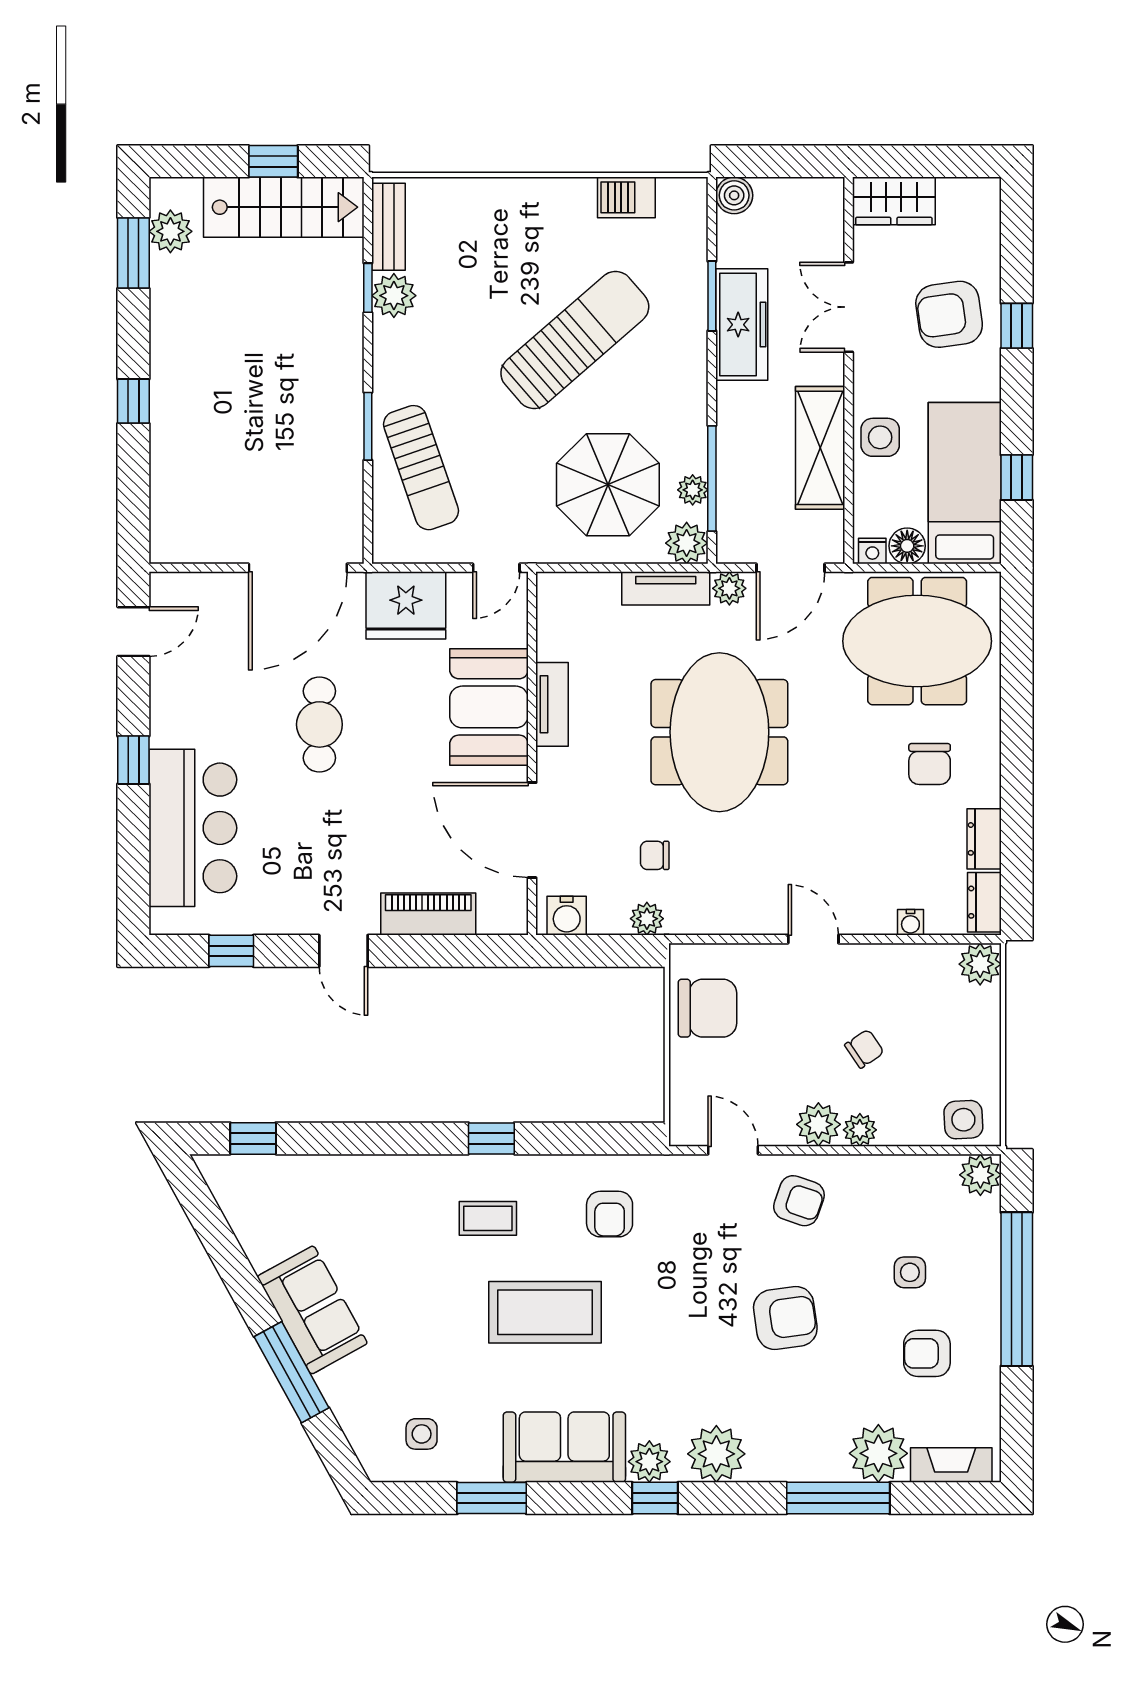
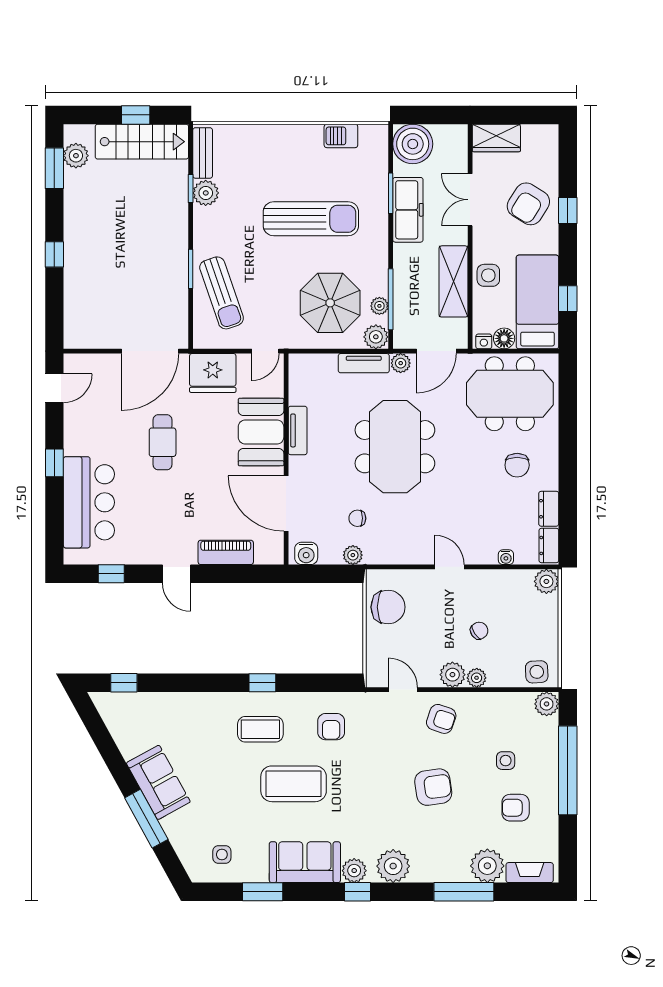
boiler: (734, 195) -> (413, 144), width x1.86, depth x1.86
armchair: (949, 314) -> (528, 204), turned -50
sun lounger: (575, 340) -> (311, 219), turned 41
coffee table: (488, 1218) -> (260, 729), width x1.36, depth x1.30

